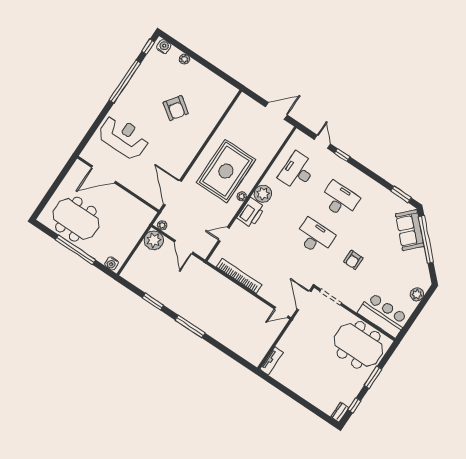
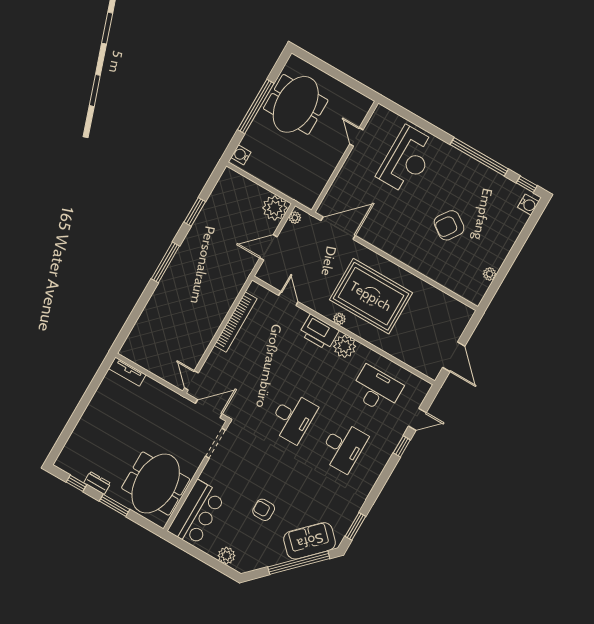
plant: (184, 59) -> (490, 274), moved
door: (104, 174) -> (356, 137), width x0.53
armchair: (353, 260) -> (264, 510), moved
dresser: (340, 412) -> (97, 483), moved

